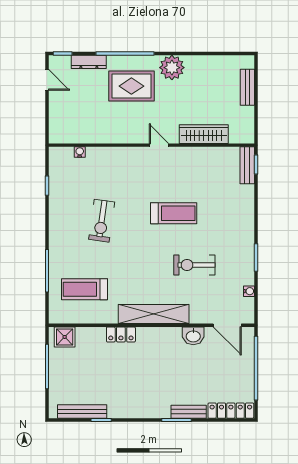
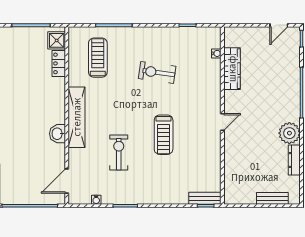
dresser: (89, 62) -> (294, 160), moved
rug: (131, 86) -> (273, 98), removed
wardrobe: (204, 134) -> (232, 69), moved
locker: (121, 334) -> (59, 63), moved
washbasin: (193, 336) -> (58, 134), moved

